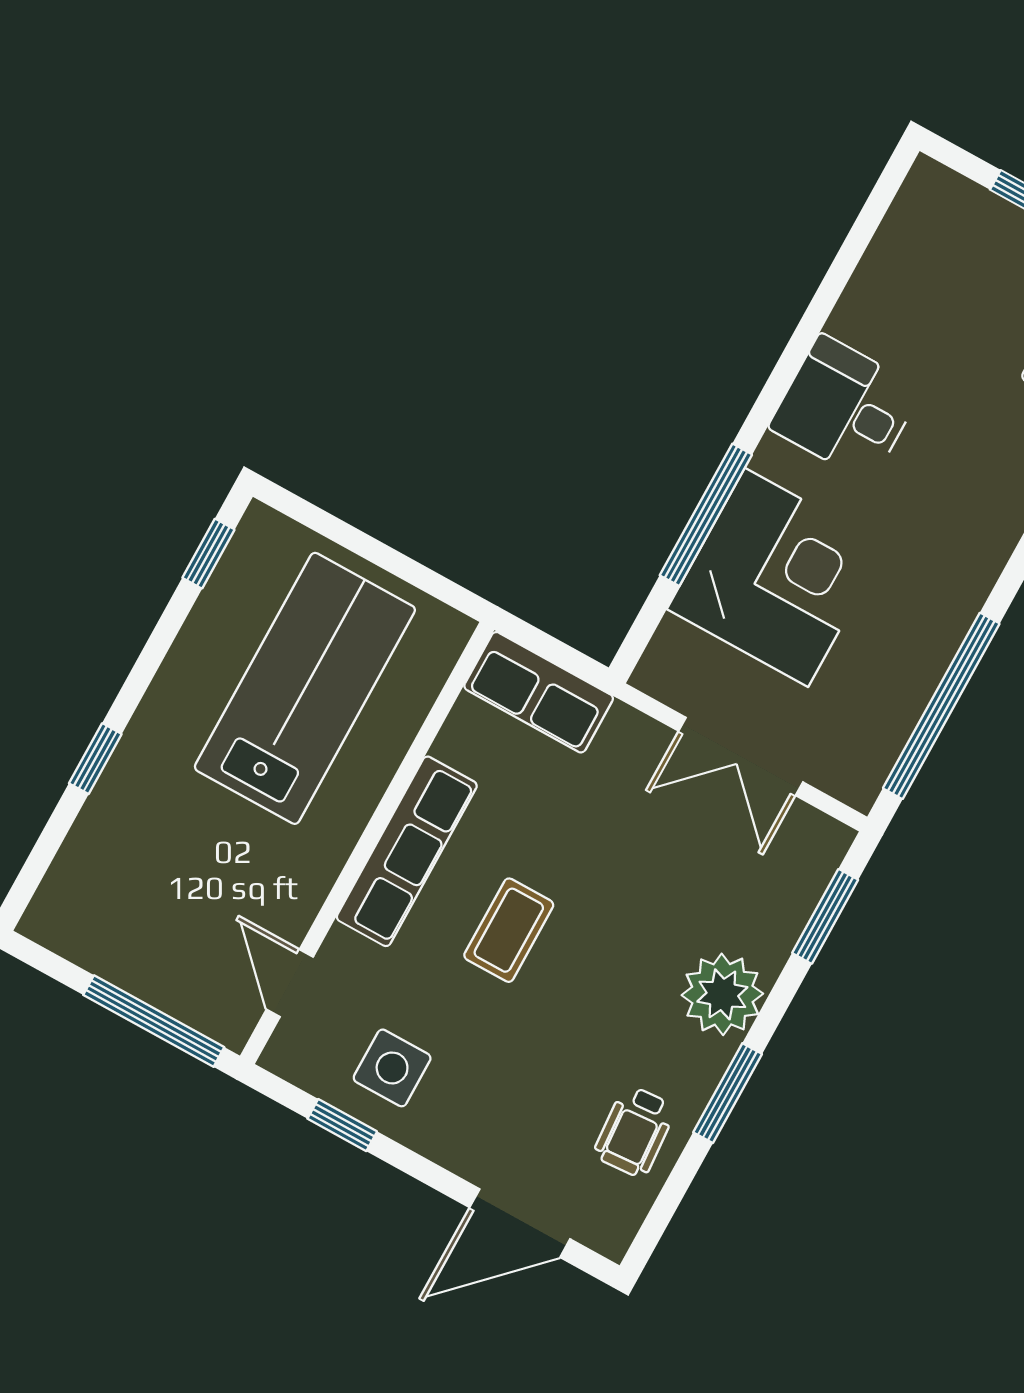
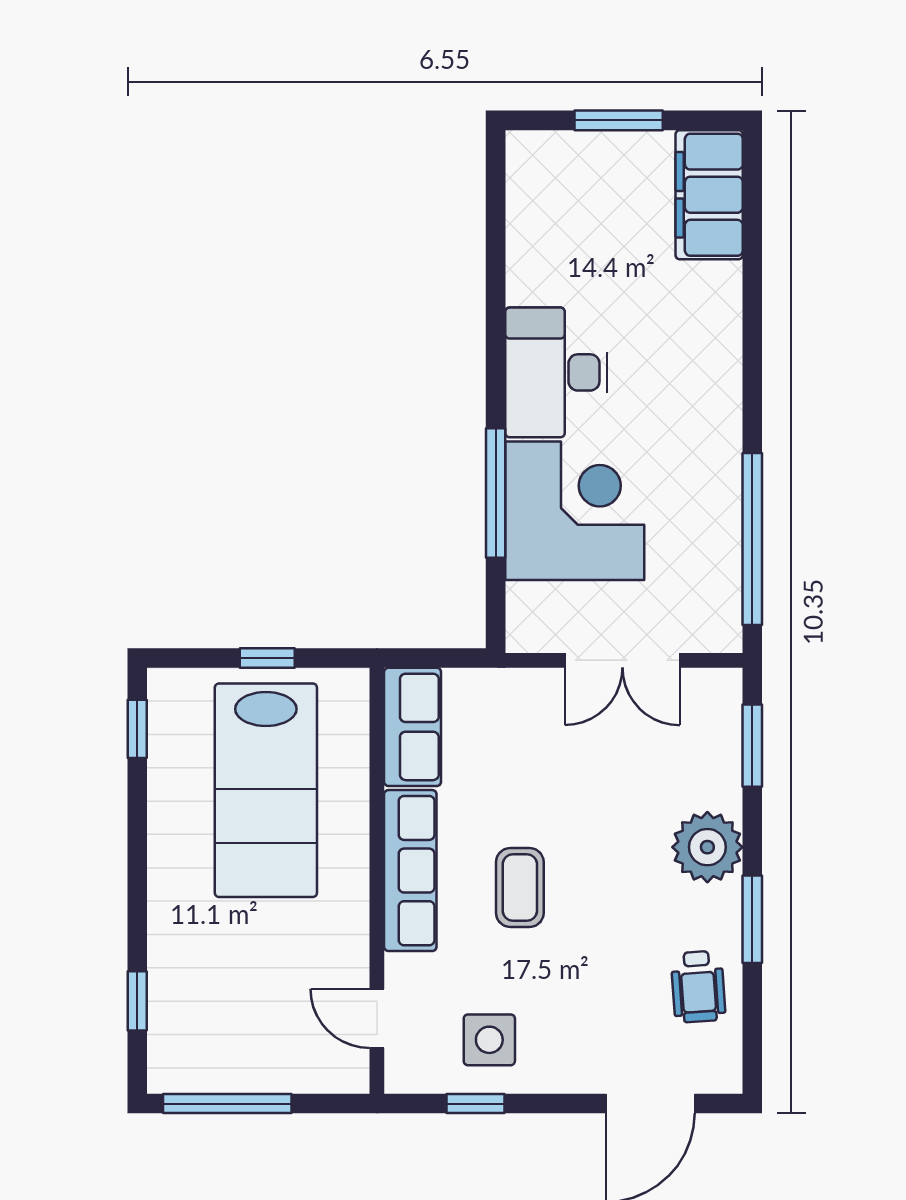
desk: (845, 408) -> (556, 372), width x1.37
window: (381, 555) -> (267, 658), added
lab bench: (305, 688) -> (266, 790), turned 180
row of seats: (539, 692) -> (413, 727), moved, turned -90
window: (95, 759) -> (137, 1001), moved
window: (154, 1021) -> (227, 1104), moved

